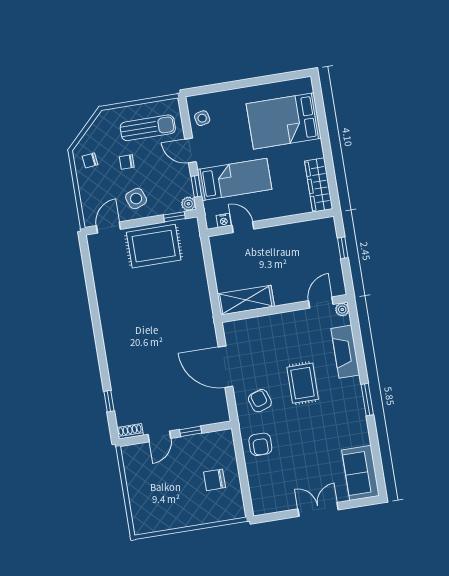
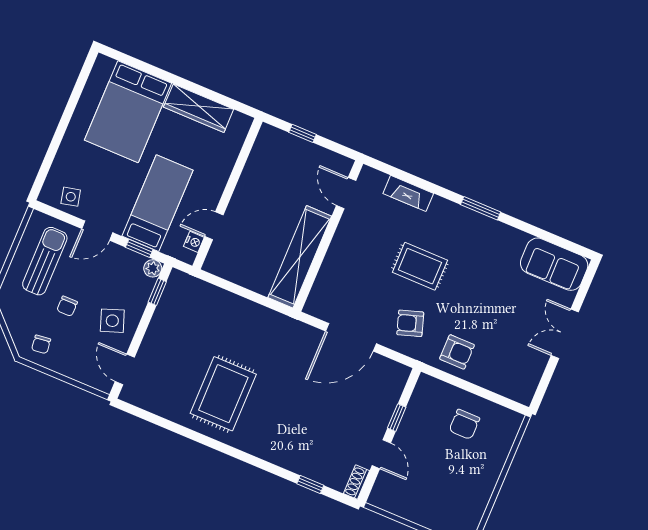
wardrobe: (319, 185) -> (199, 108), moved
rug: (154, 246) -> (223, 394), moved
shelving: (246, 300) -> (300, 257), width x1.47
plant: (342, 310) -> (368, 175), removed
fireplace: (345, 352) -> (408, 193), width x0.73, depth x0.76

